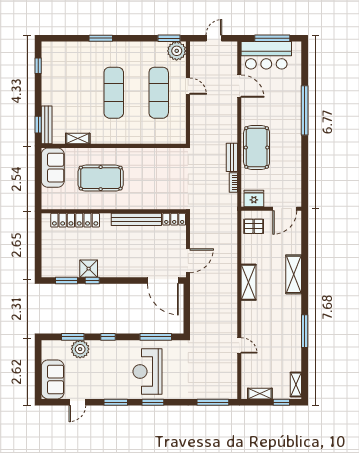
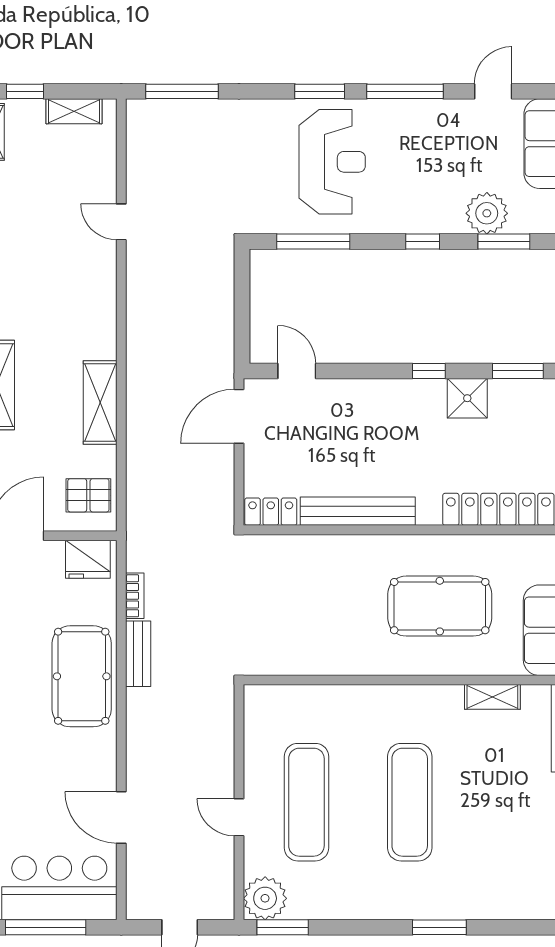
window: (92, 280) -> (429, 371), moved
door: (163, 280) -> (297, 371), width x0.53
shelving: (249, 282) -> (100, 403), moved
window: (116, 402) -> (405, 91), width x1.44

